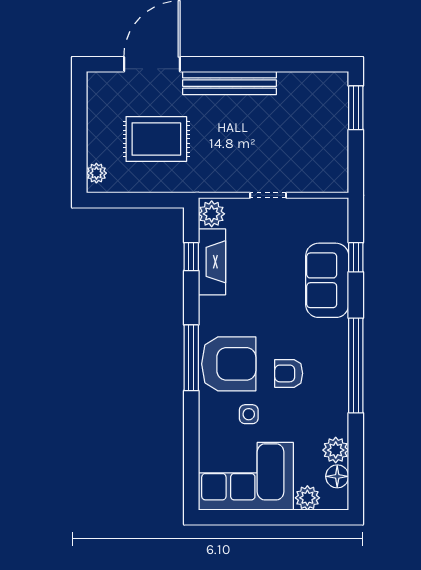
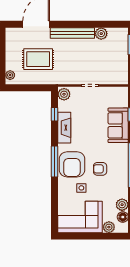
plant: (291, 84) -> (101, 34), added
fireplace: (212, 262) -> (64, 128), moved
armchair: (229, 364) -> (72, 164), turned 90

